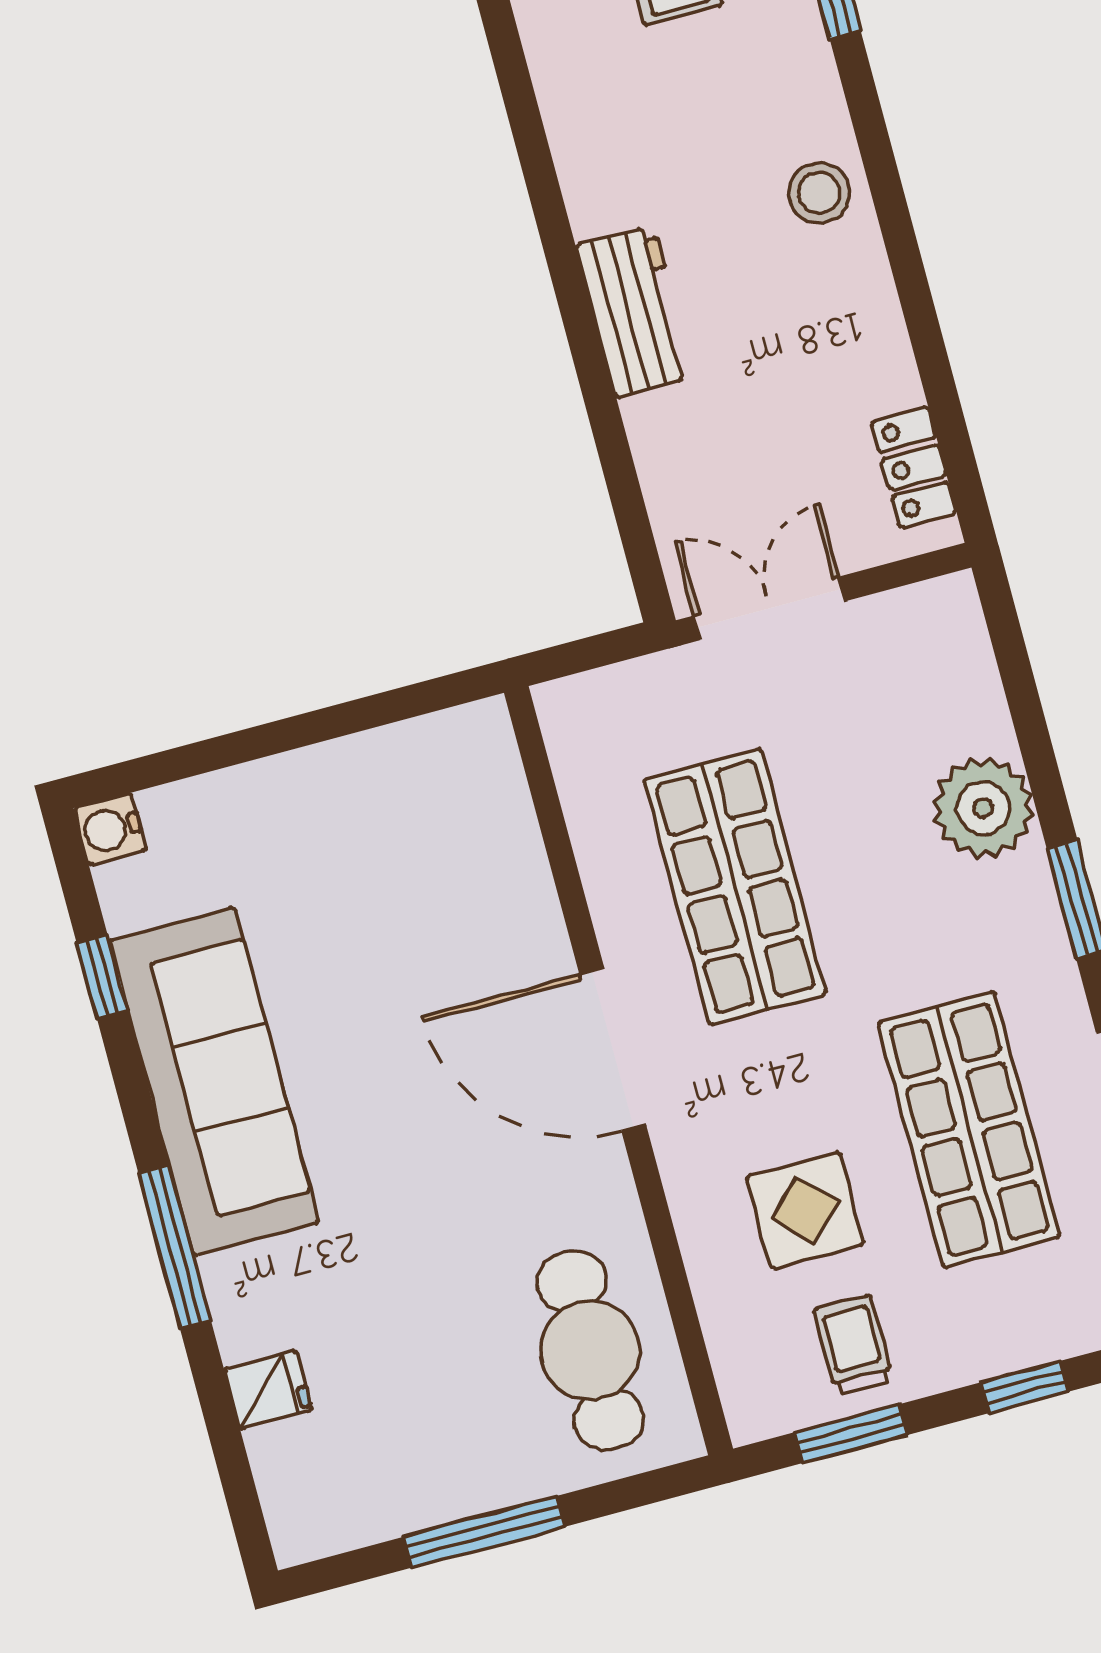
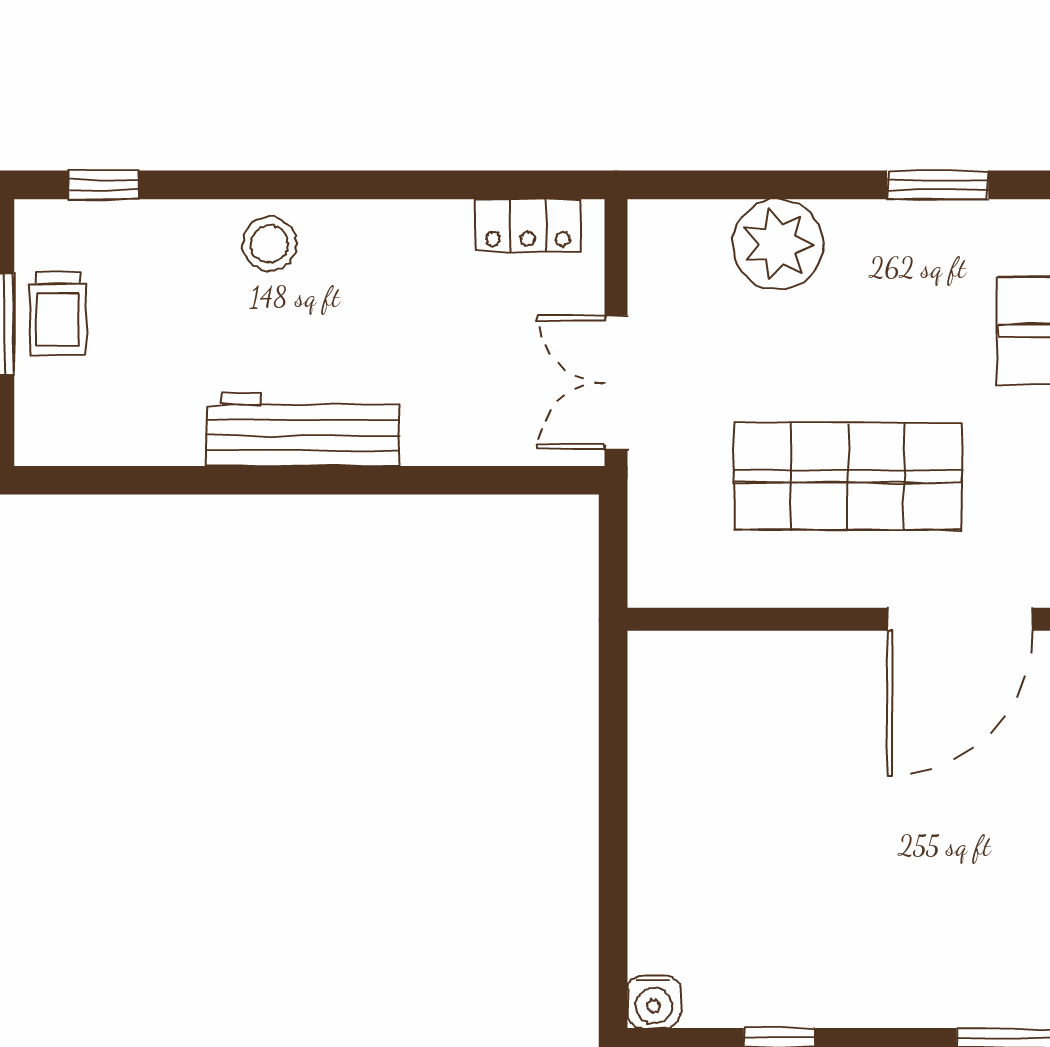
workbench: (635, 311) -> (303, 430), width x1.38
plant: (983, 808) -> (778, 244), moved
sofa: (214, 1082) -> (895, 970), removed

